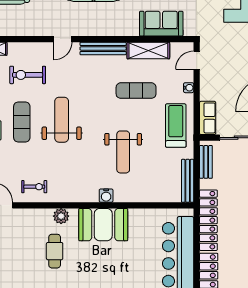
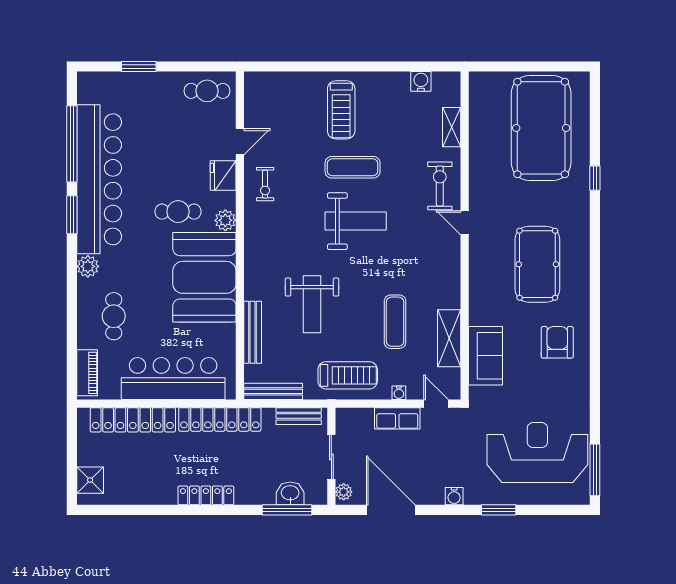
bench: (103, 48) -> (253, 332), moved
exercise bike: (28, 75) -> (440, 186), moved
row of seats: (208, 118) -> (397, 418), moved
weight bench: (123, 152) -> (312, 304), turned -90
water cooler: (106, 196) -> (253, 281), removed
fridge: (28, 218) -> (223, 175), added
booth: (103, 225) -> (204, 277), width x1.36, depth x1.42

